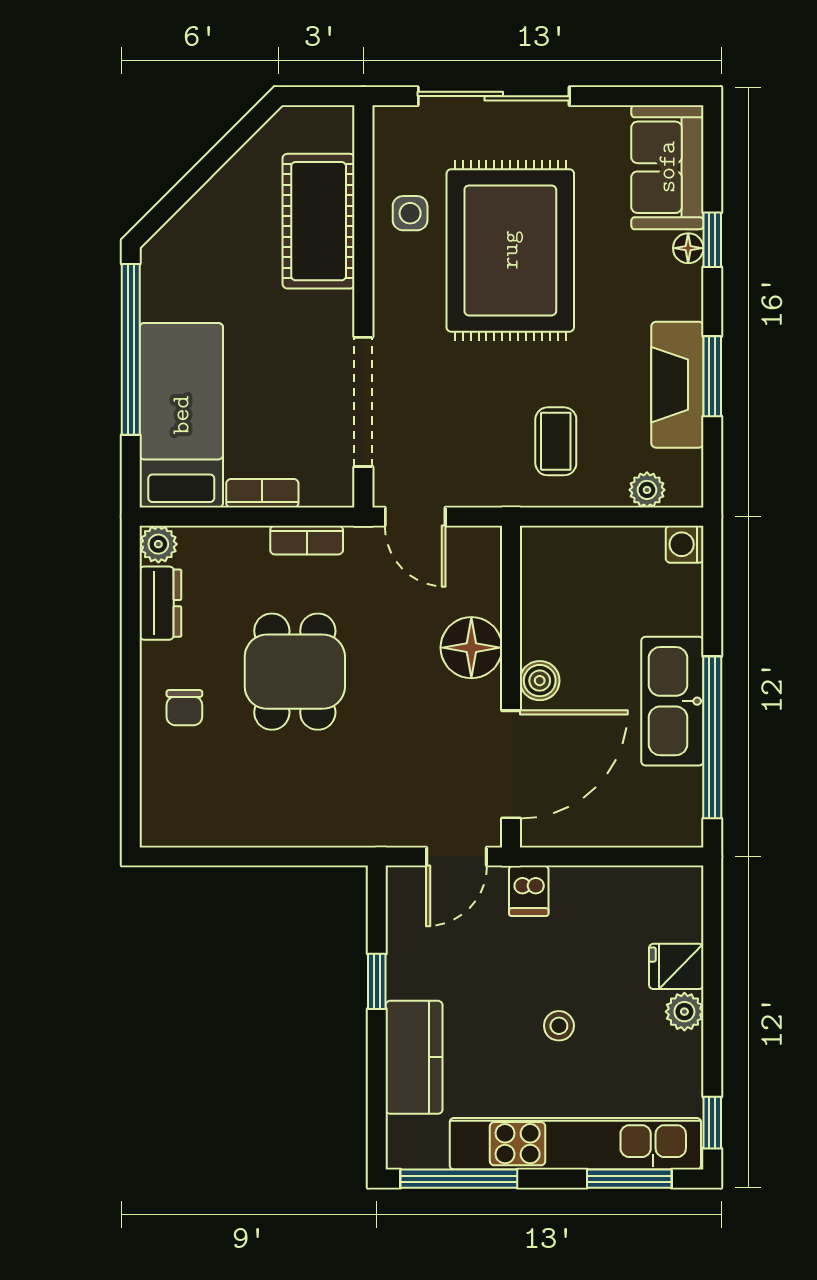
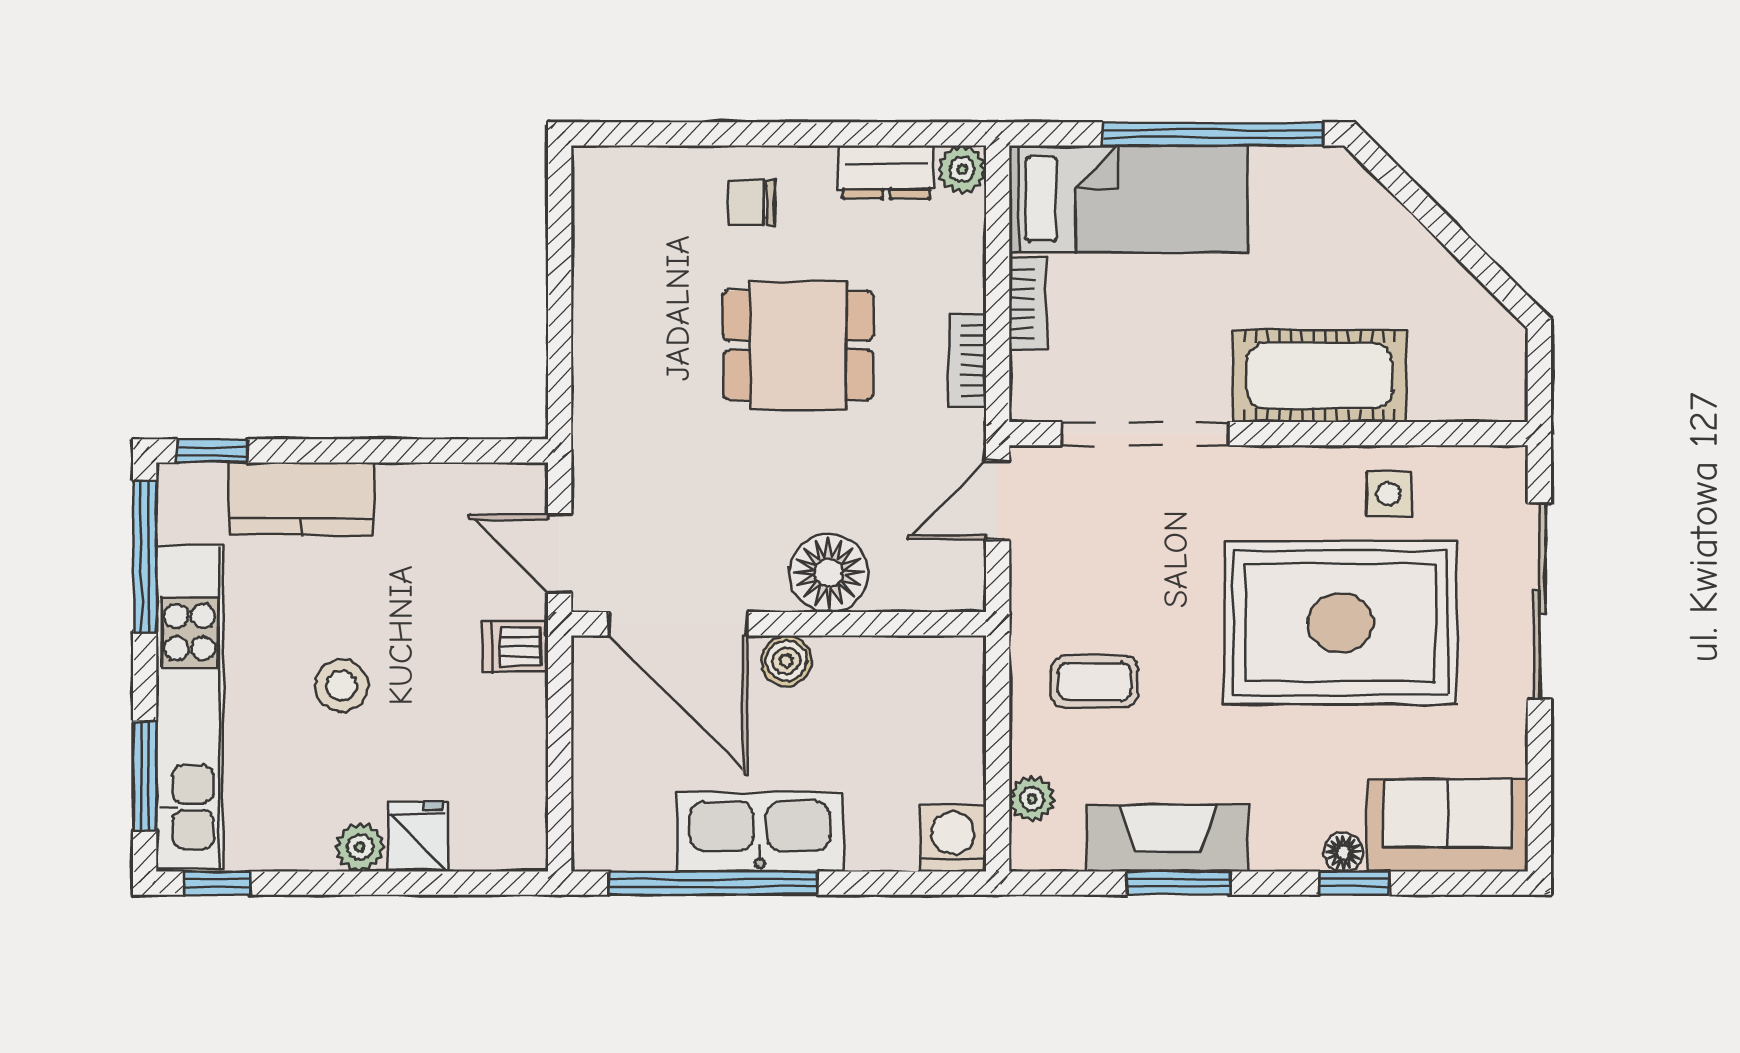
cot: (319, 221) -> (1320, 376), moved
washing machine: (685, 544) -> (953, 838), width x1.38, depth x1.38
window: (377, 981) -> (212, 451), moved
stool: (559, 1026) -> (342, 686), width x1.37, depth x1.37

